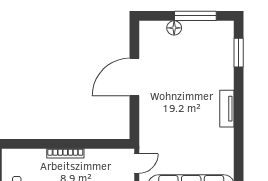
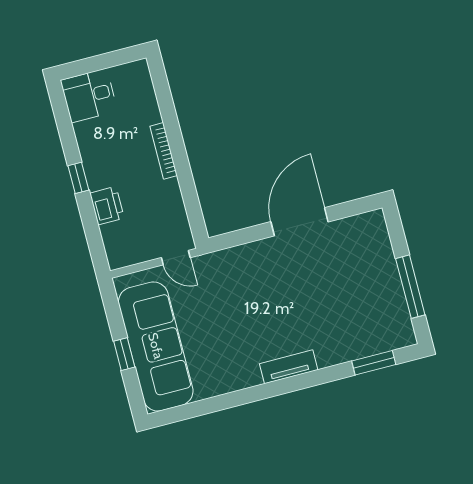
floor lamp: (174, 28) -> (385, 261), removed
door: (134, 77) -> (300, 222), hinge flipped

